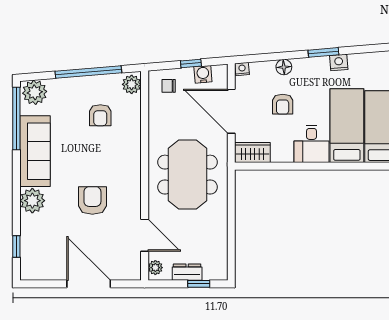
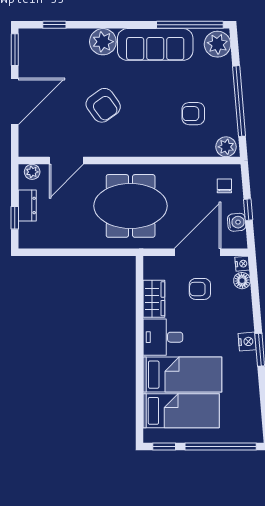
nightstand: (339, 62) -> (247, 342), moved
floor lamp: (284, 67) -> (242, 281), moved
armchair: (283, 104) -> (200, 289), moved
wardrobe: (253, 152) -> (154, 299), moved
armchair: (92, 200) -> (103, 105), turned 54
window: (40, 284) -> (15, 50), added

